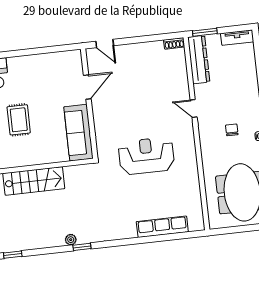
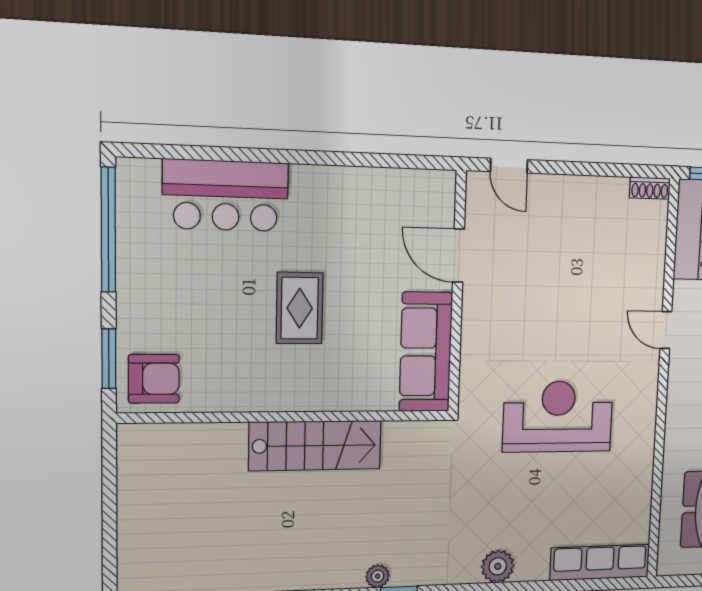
door: (87, 87) -> (458, 256), swing flipped
row of seats: (162, 227) -> (600, 562), moved
plant: (128, 231) -> (498, 566), added

